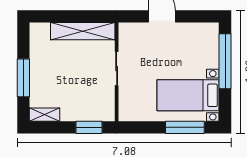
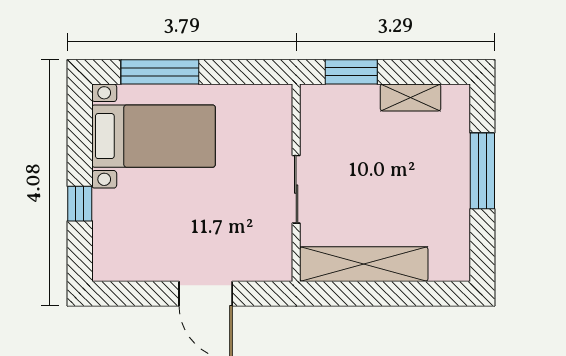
window: (225, 61) -> (80, 204), width x0.32
shelving: (45, 115) -> (410, 98), moved

